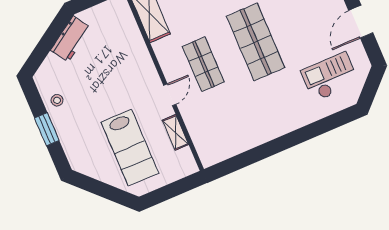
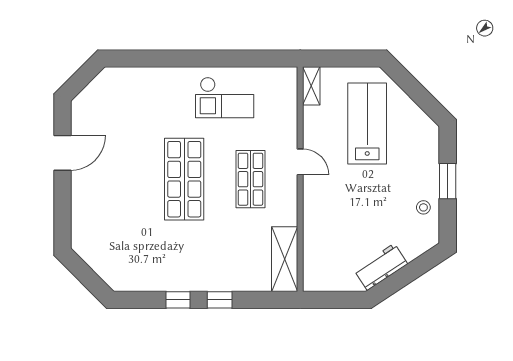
checkout: (330, 77) -> (225, 98), moved
door: (170, 95) -> (300, 162), swing flipped
shelving: (176, 132) -> (311, 86), moved

